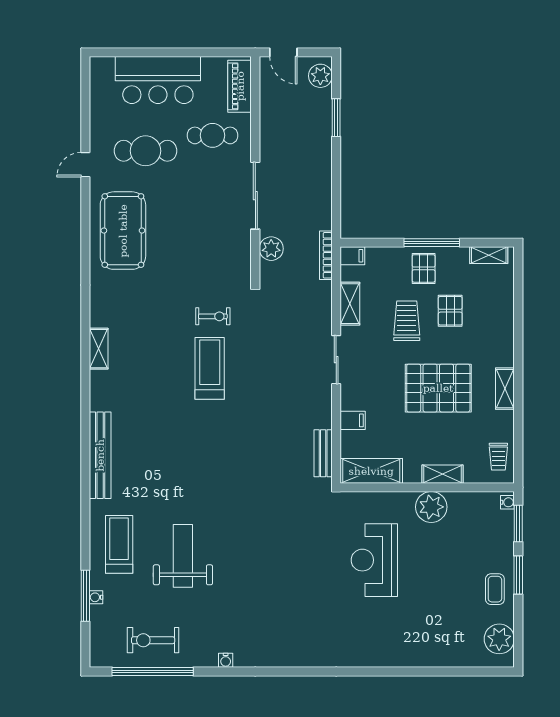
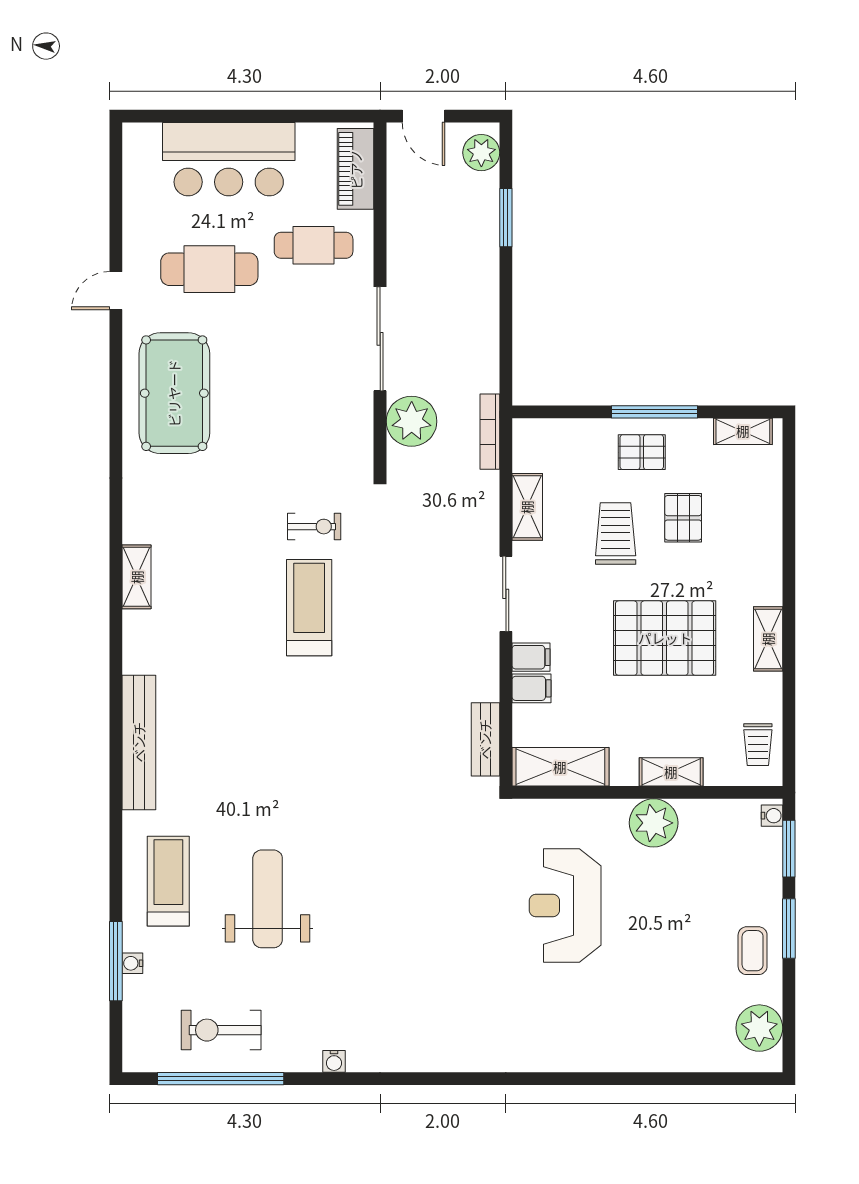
plant: (271, 249) -> (412, 421), width x1.36, depth x1.36
filing cabinet: (352, 256) -> (531, 657), moved
pallet: (424, 268) -> (642, 452), turned 90

